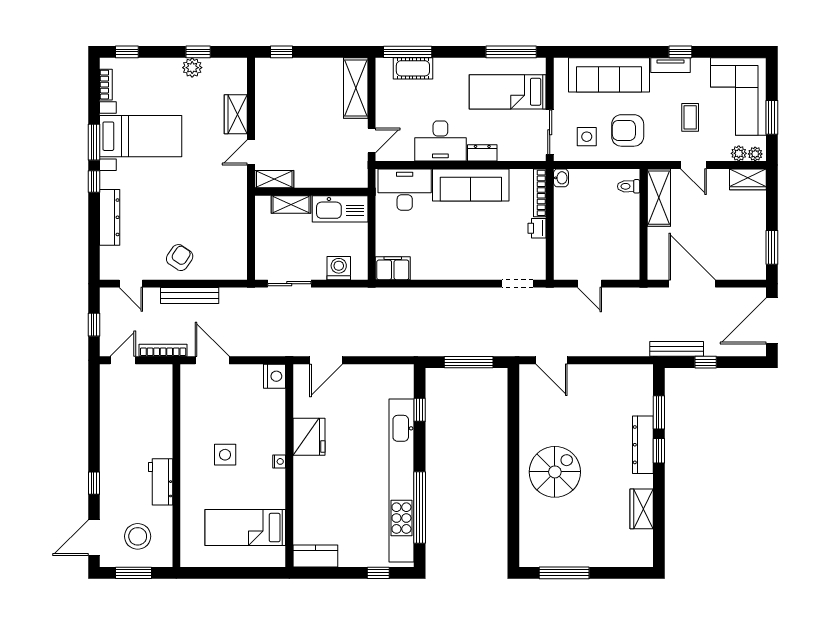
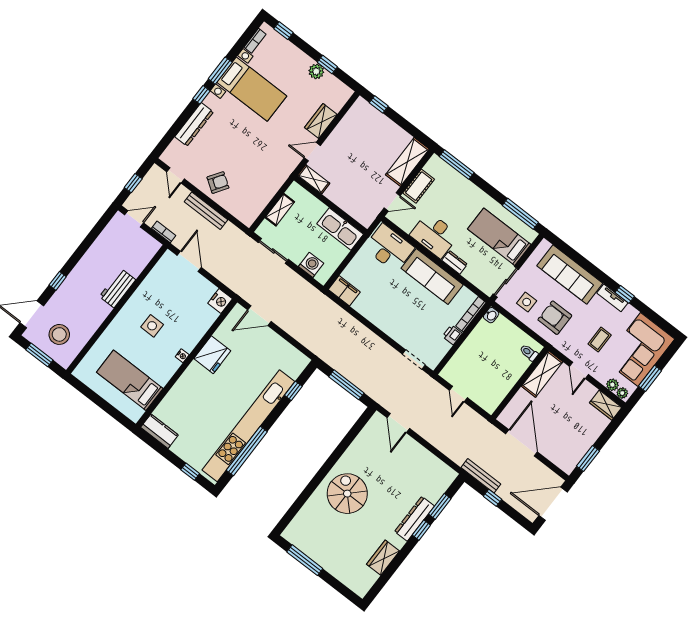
cot: (413, 68) -> (419, 186), moved, turned 90
shelving: (291, 204) -> (280, 210), moved, turned 90
bookcase: (163, 350) -> (164, 232), width x0.64
spiral stairs: (555, 472) -> (347, 494), turned -90
workbench: (161, 482) -> (118, 288), moved

